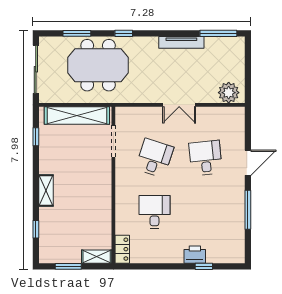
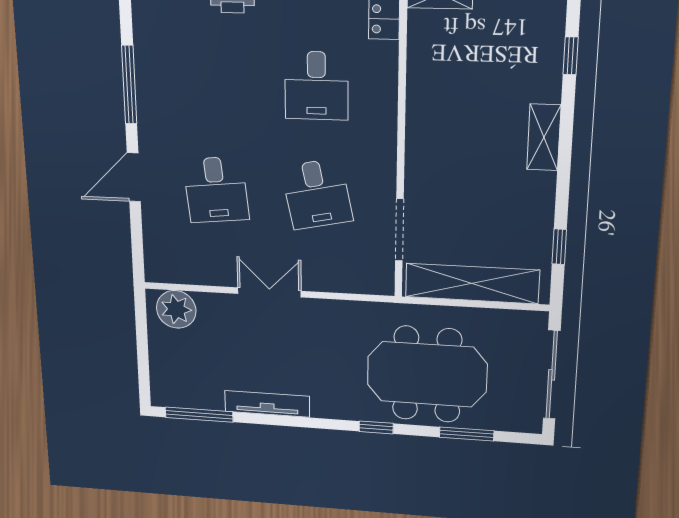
desk: (154, 158) -> (317, 194), turned -30

